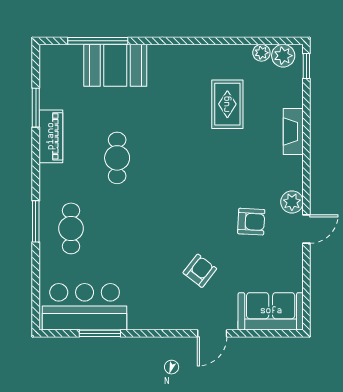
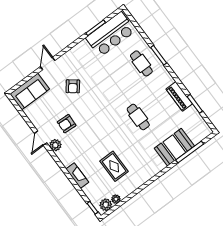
cafe table: (117, 158) -> (138, 117), moved

